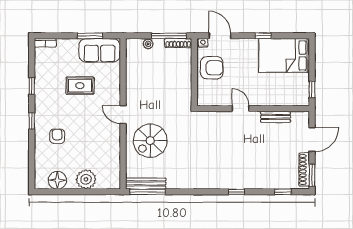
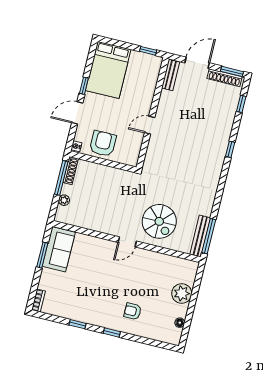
door: (220, 36) -> (77, 113), moved
rug: (80, 86) -> (89, 277), removed
bench: (276, 117) -> (171, 75), moved
door: (312, 140) -> (197, 63), hinge flipped
floor lamp: (57, 180) -> (180, 323), width x0.53, depth x0.53

